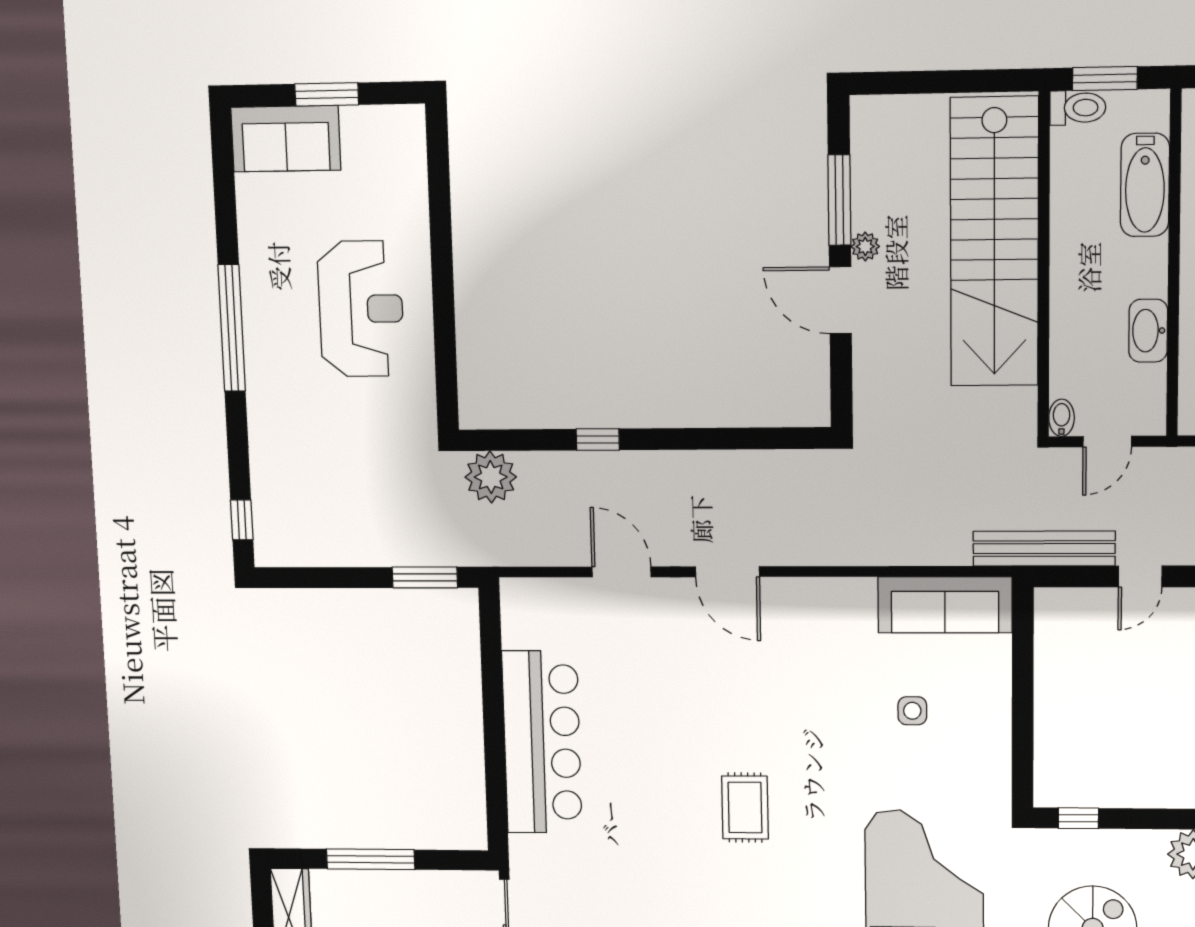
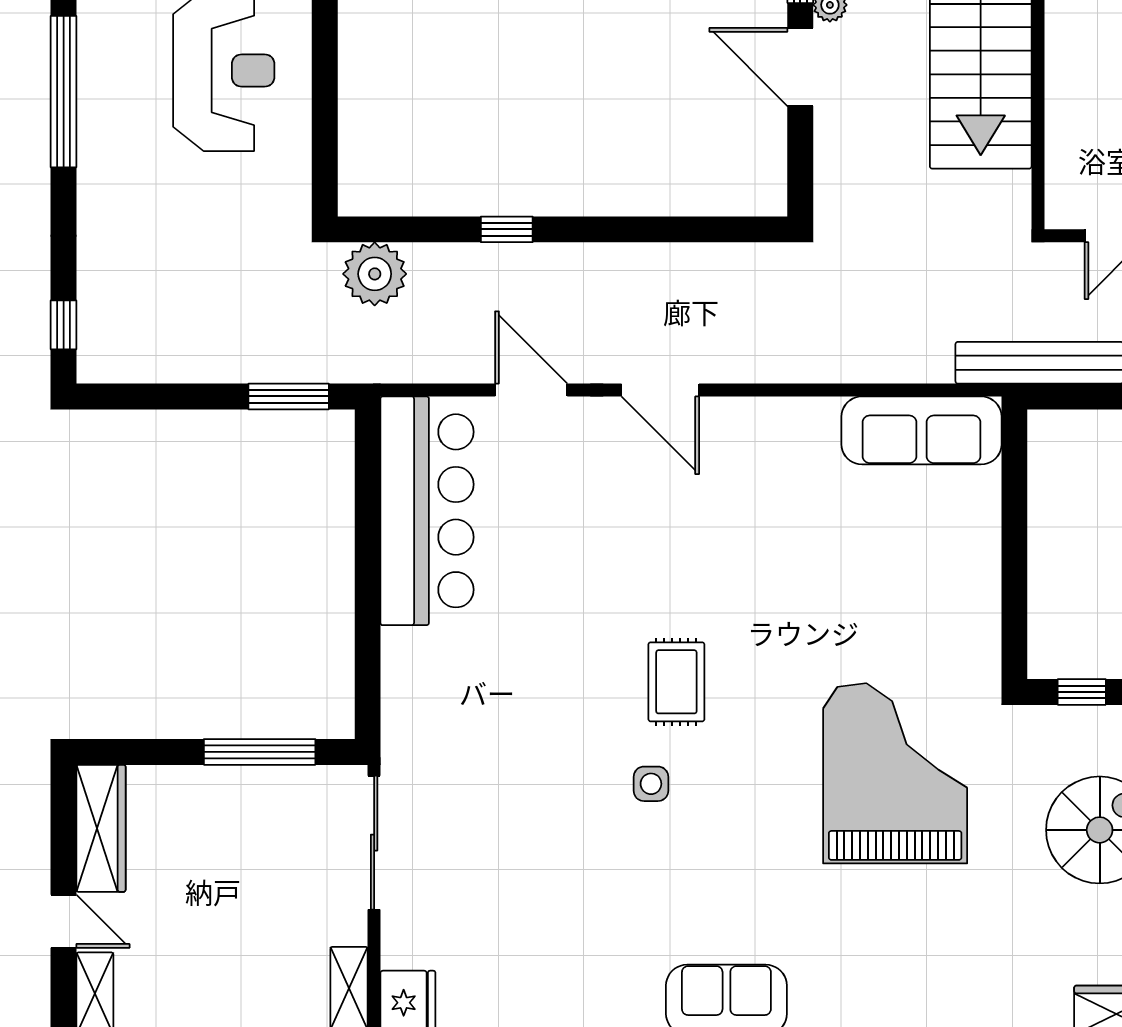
bidet: (1062, 418) -> (1059, 207), removed
side table: (912, 711) -> (651, 784), moved
bar counter: (542, 742) -> (427, 511), moved
window: (371, 859) -> (260, 752), moved

